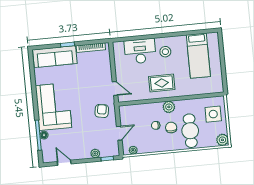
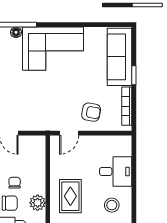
desk: (140, 51) -> (116, 171), width x0.73
armchair: (102, 111) -> (91, 112), moved

